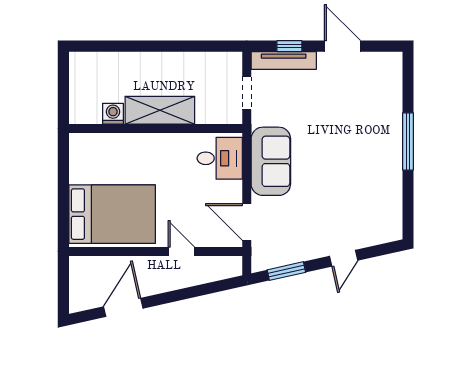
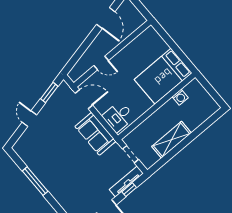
shelving: (160, 110) -> (171, 140), moved
window: (408, 141) -> (35, 181), moved
bed: (112, 214) -> (163, 76), moved

